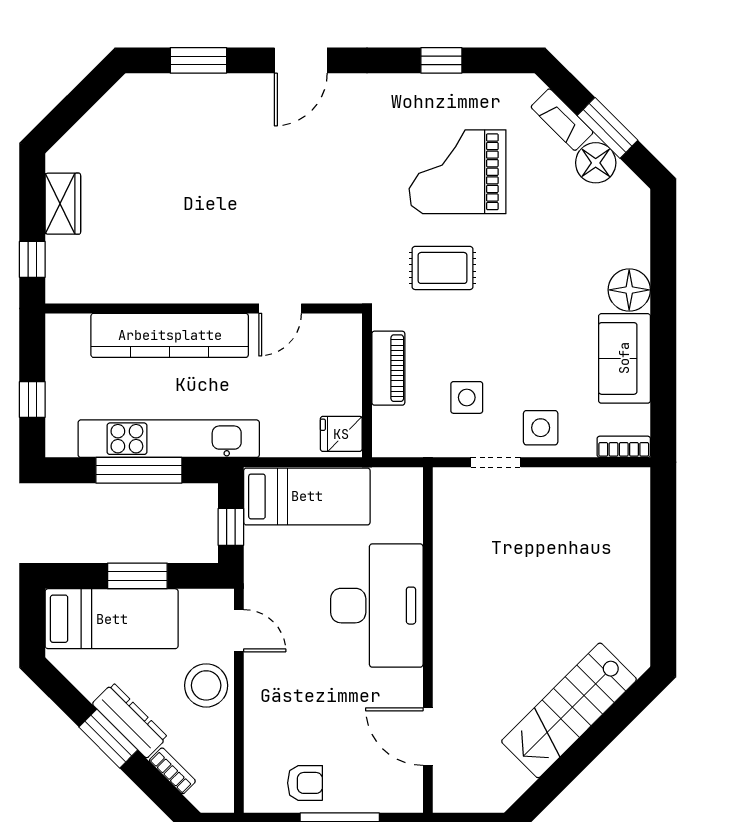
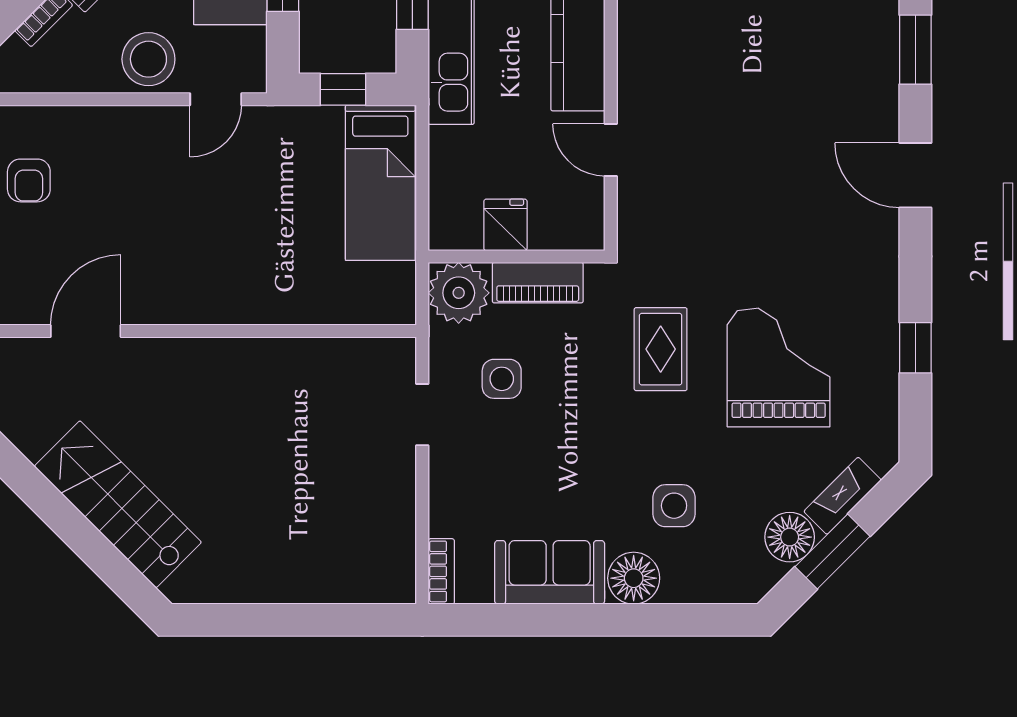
side table: (541, 428) -> (674, 506), moved
plant: (397, 433) -> (459, 293), added
fridge: (341, 434) -> (505, 225), moved
desk: (377, 606) -> (247, 269), removed

